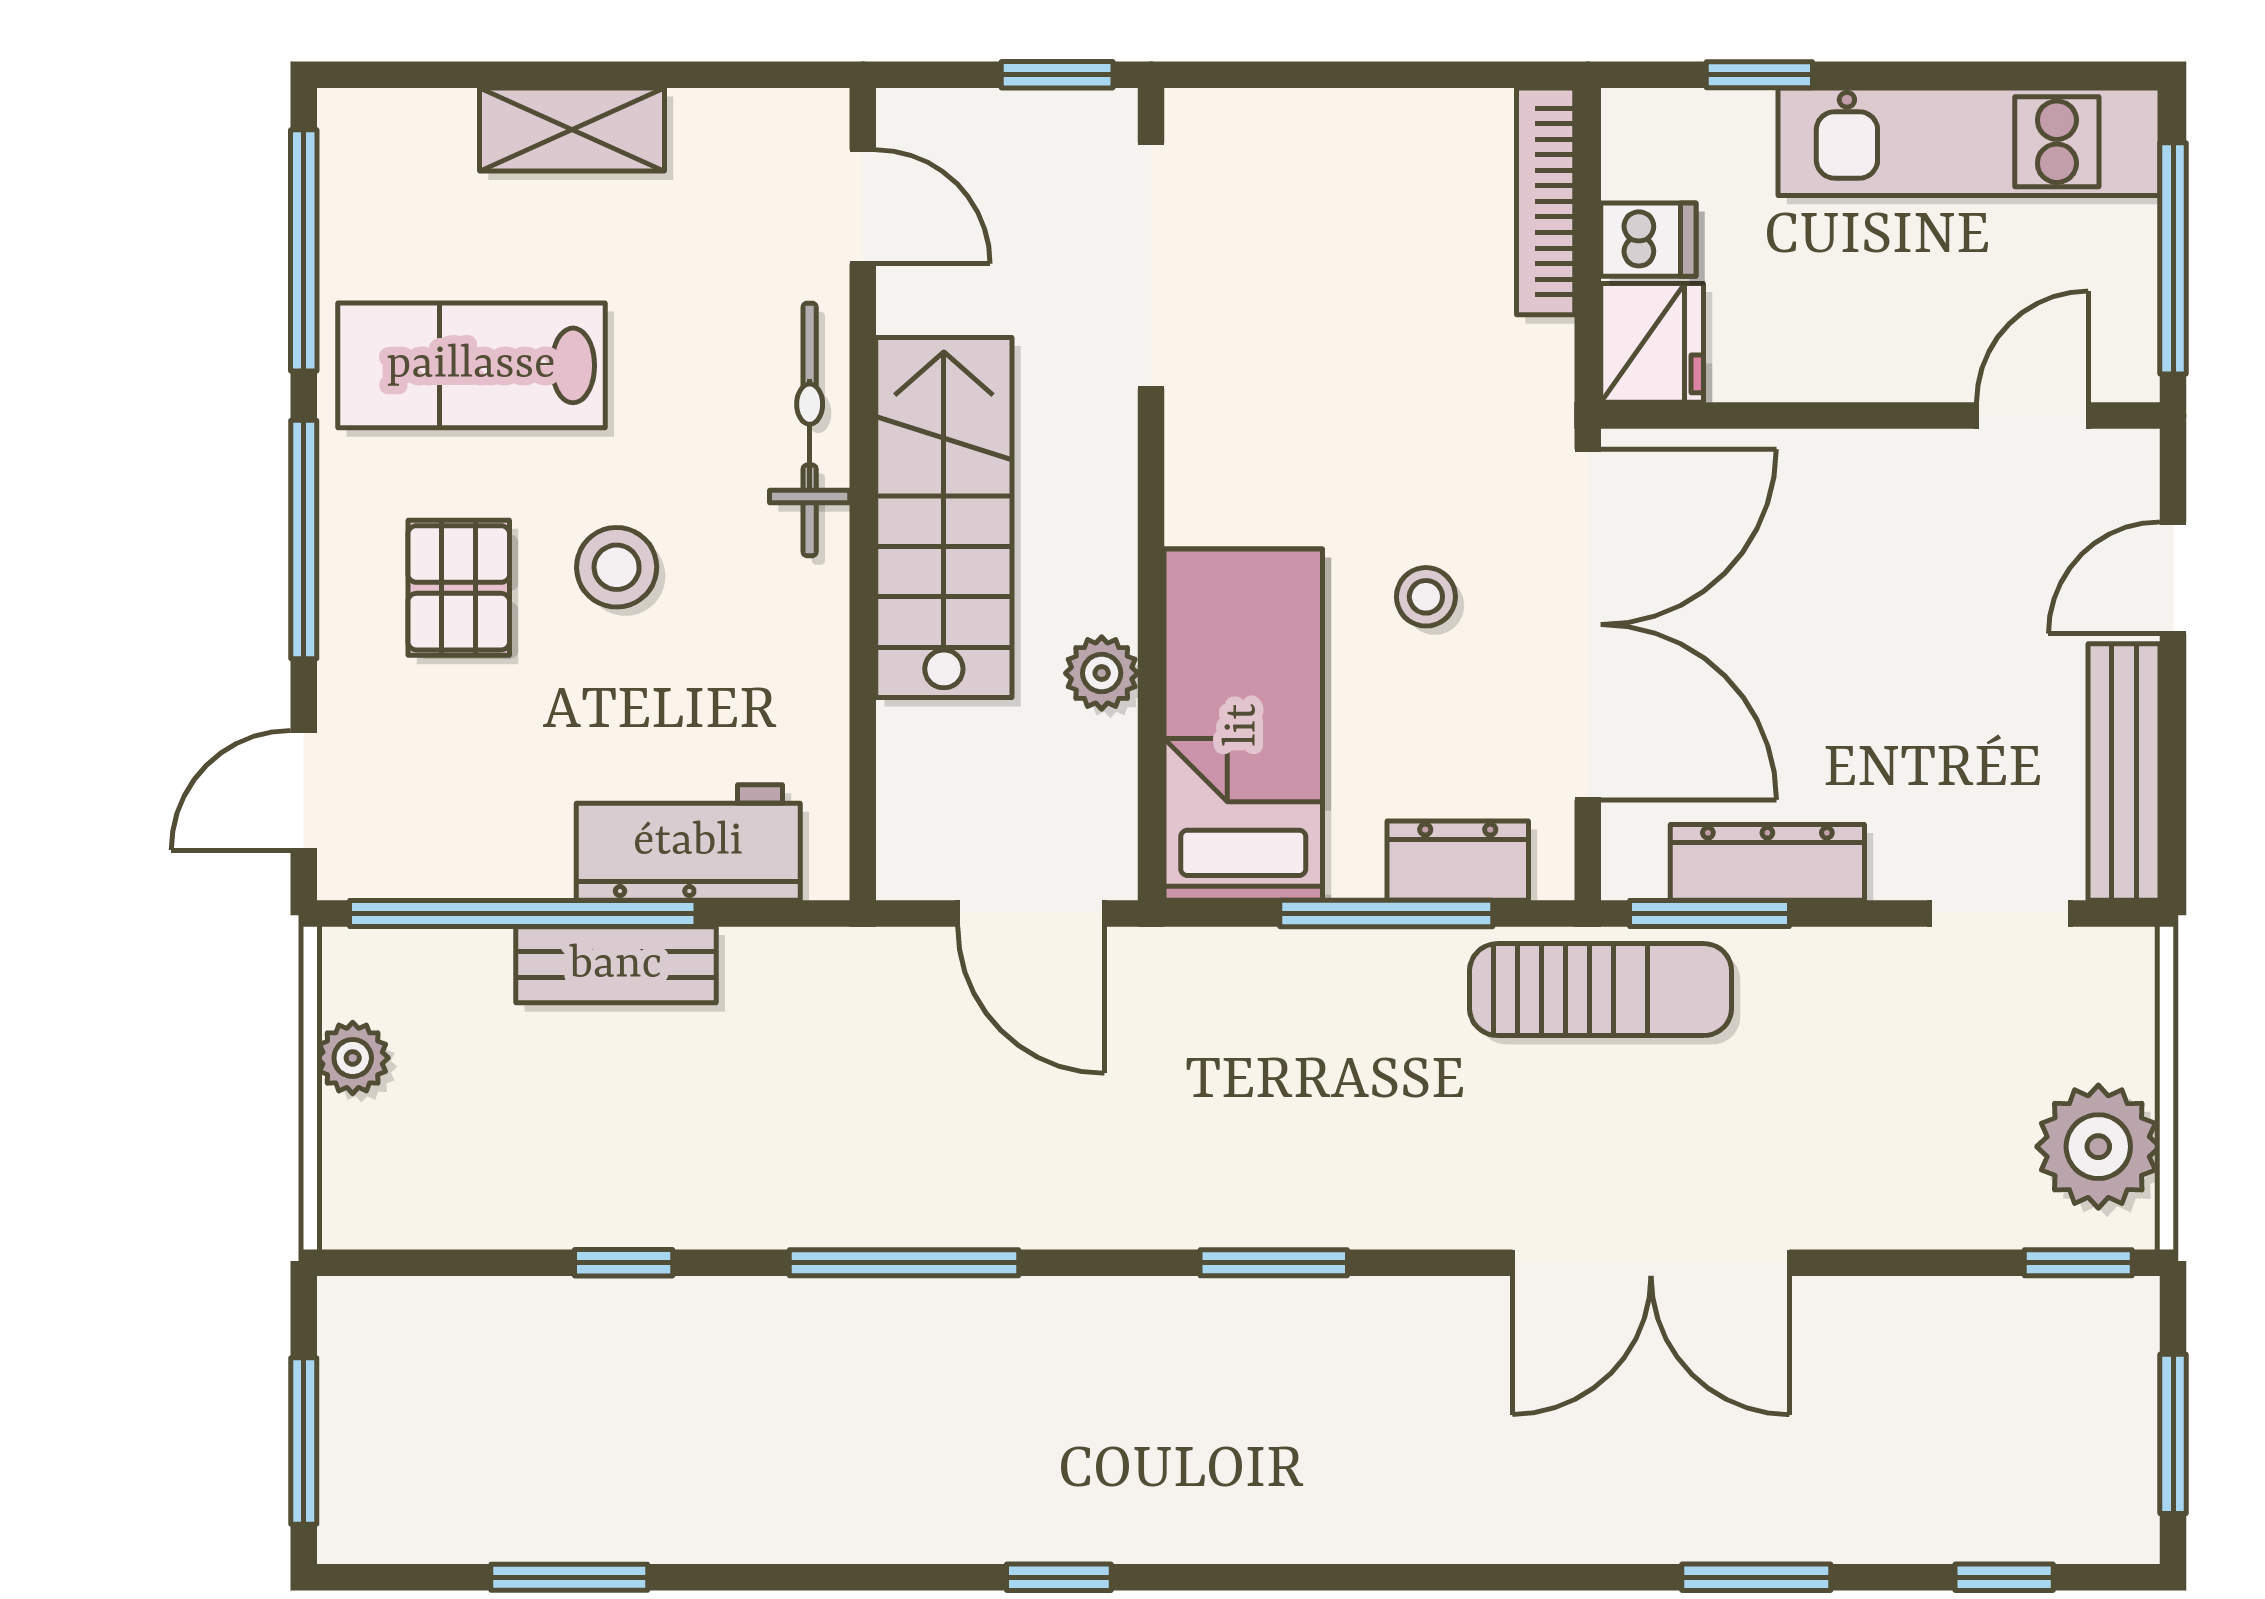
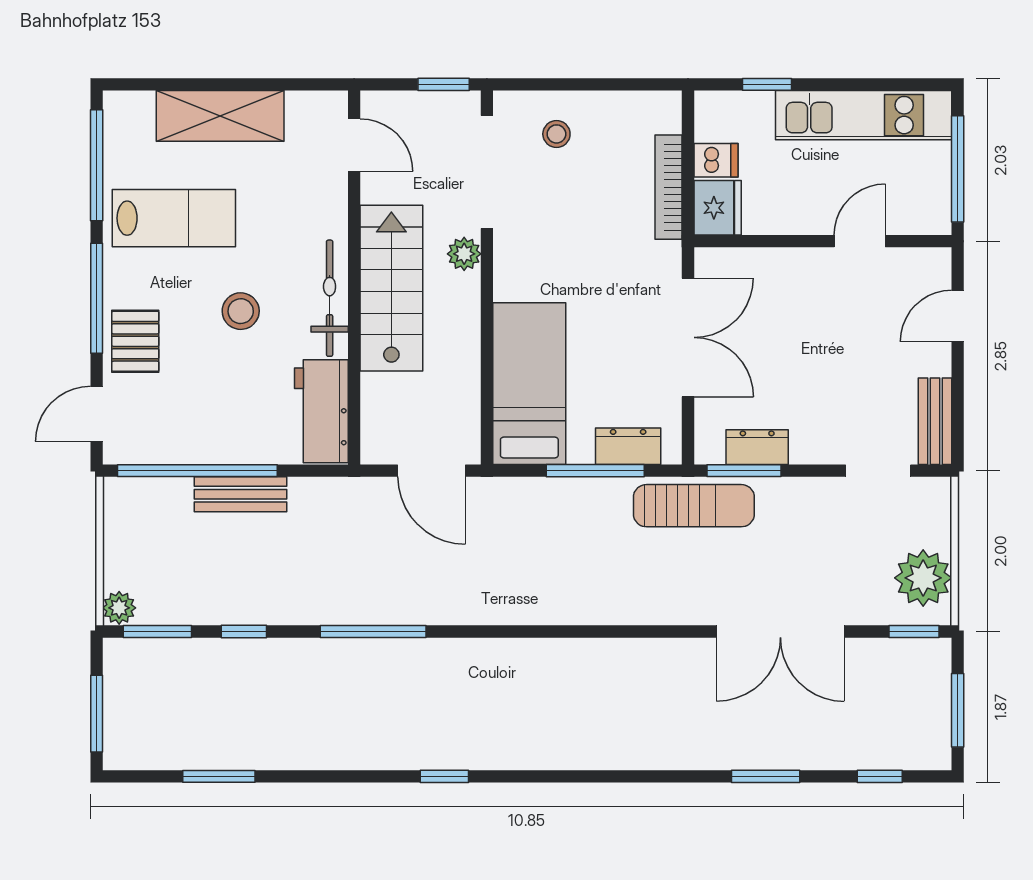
shelving: (572, 129) -> (220, 116), width x1.50, depth x1.33
bookcase: (1546, 201) -> (669, 187), moved
lab bench: (471, 365) -> (174, 218), turned 180
door: (2032, 415) -> (860, 241), moved
bicycle: (810, 429) -> (330, 298), moved
pallet: (459, 588) -> (135, 341), moved
stool: (1426, 597) -> (556, 134), moved
double door: (1588, 624) -> (688, 337), width x0.73
plant: (1102, 673) -> (464, 254), moved
bench: (2124, 772) -> (935, 421), width x0.73
workbench: (688, 842) -> (321, 411), moved, turned -90
dresser: (1767, 862) -> (757, 447), width x0.70
plant: (353, 1058) -> (119, 608), moved
window: (1274, 1263) -> (157, 631), moved
double door: (1651, 1263) -> (780, 631), moved

